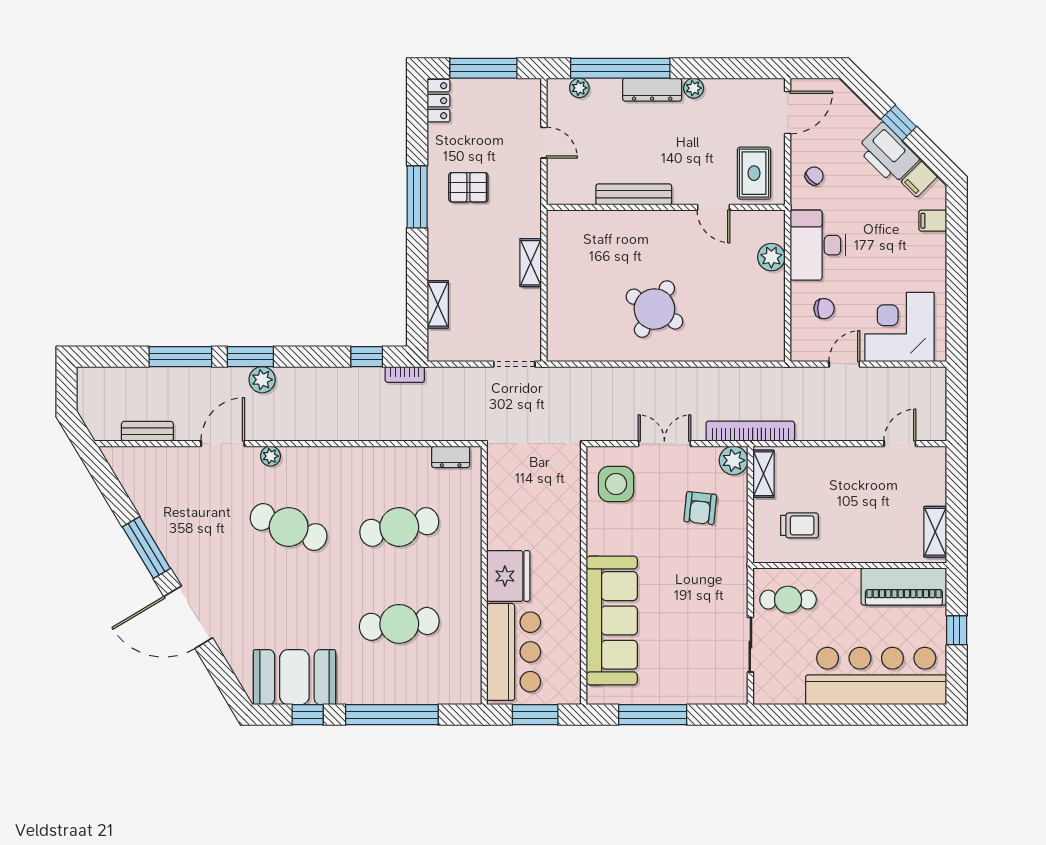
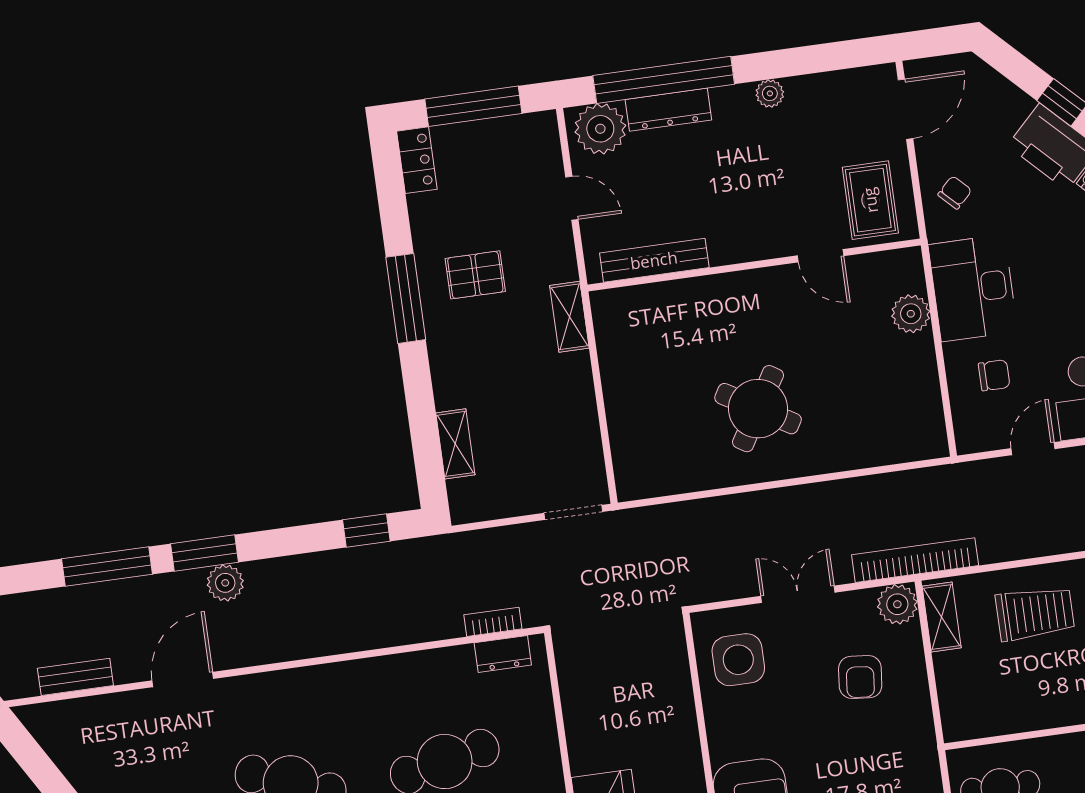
plant: (579, 88) -> (600, 129), width x1.88, depth x1.88
dresser: (652, 90) -> (668, 110), moved
bench: (634, 194) -> (654, 260), moved
shelving: (531, 263) -> (569, 317), moved
bookcase: (405, 374) -> (493, 622), moved, turned 180
plant: (270, 456) -> (252, 688), removed
trolley: (799, 525) -> (1035, 613), moved, width x1.36, depth x1.39

